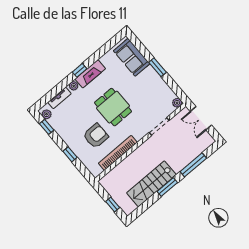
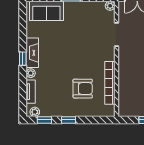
dining table: (113, 107) -> (72, 57), removed
armchair: (96, 136) -> (83, 89), turned 90
window: (70, 154) -> (69, 120), moved

